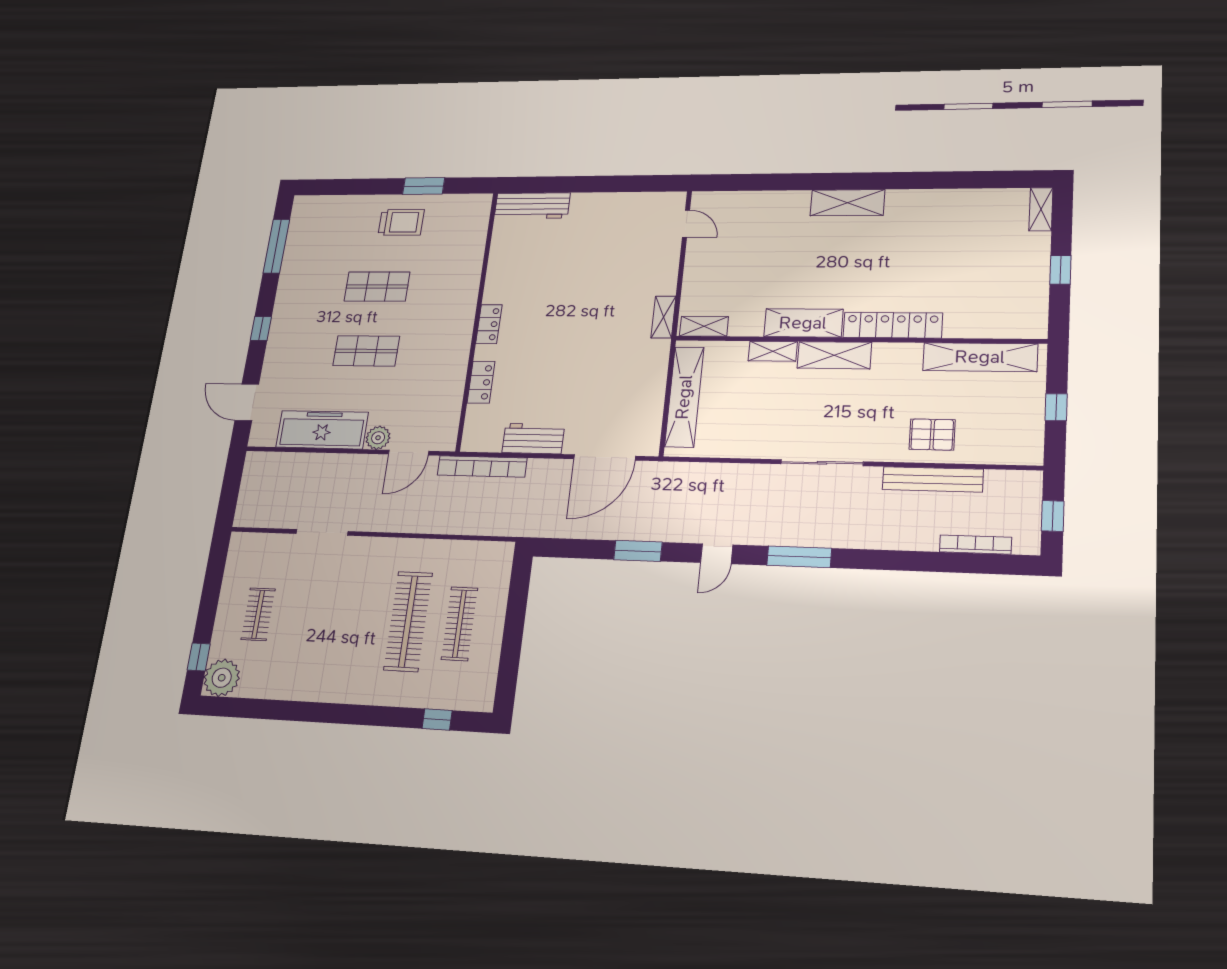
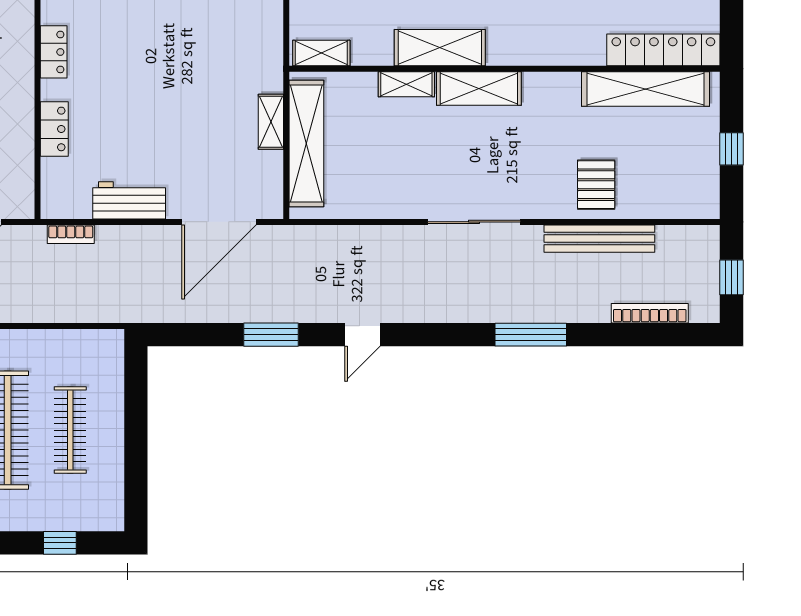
shelving: (663, 317) -> (271, 122), moved
locker: (893, 325) -> (663, 50), moved
pallet: (932, 435) -> (596, 185), turned 90
bookcase: (482, 467) -> (71, 234), width x0.43, depth x0.76
window: (799, 557) -> (531, 335), moved

